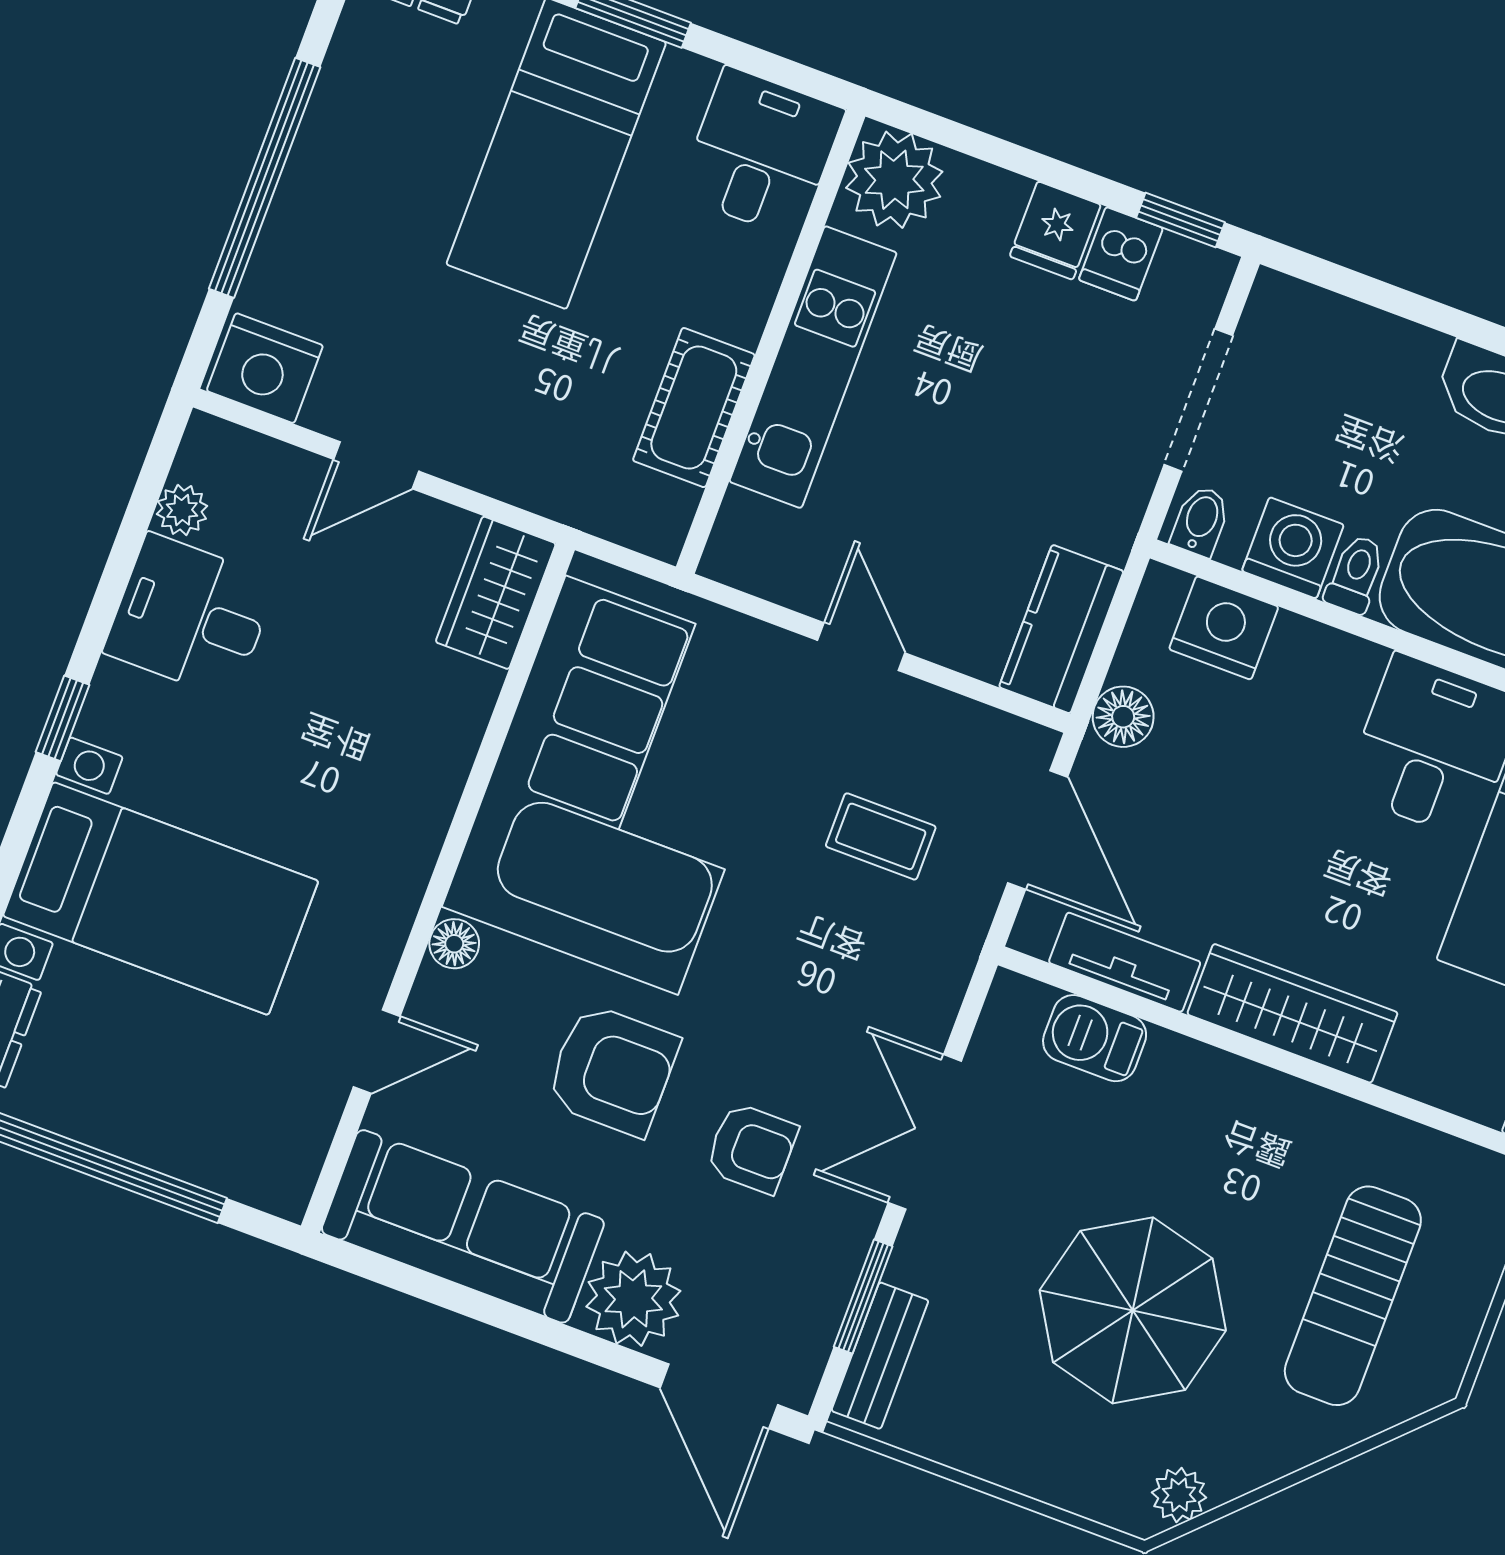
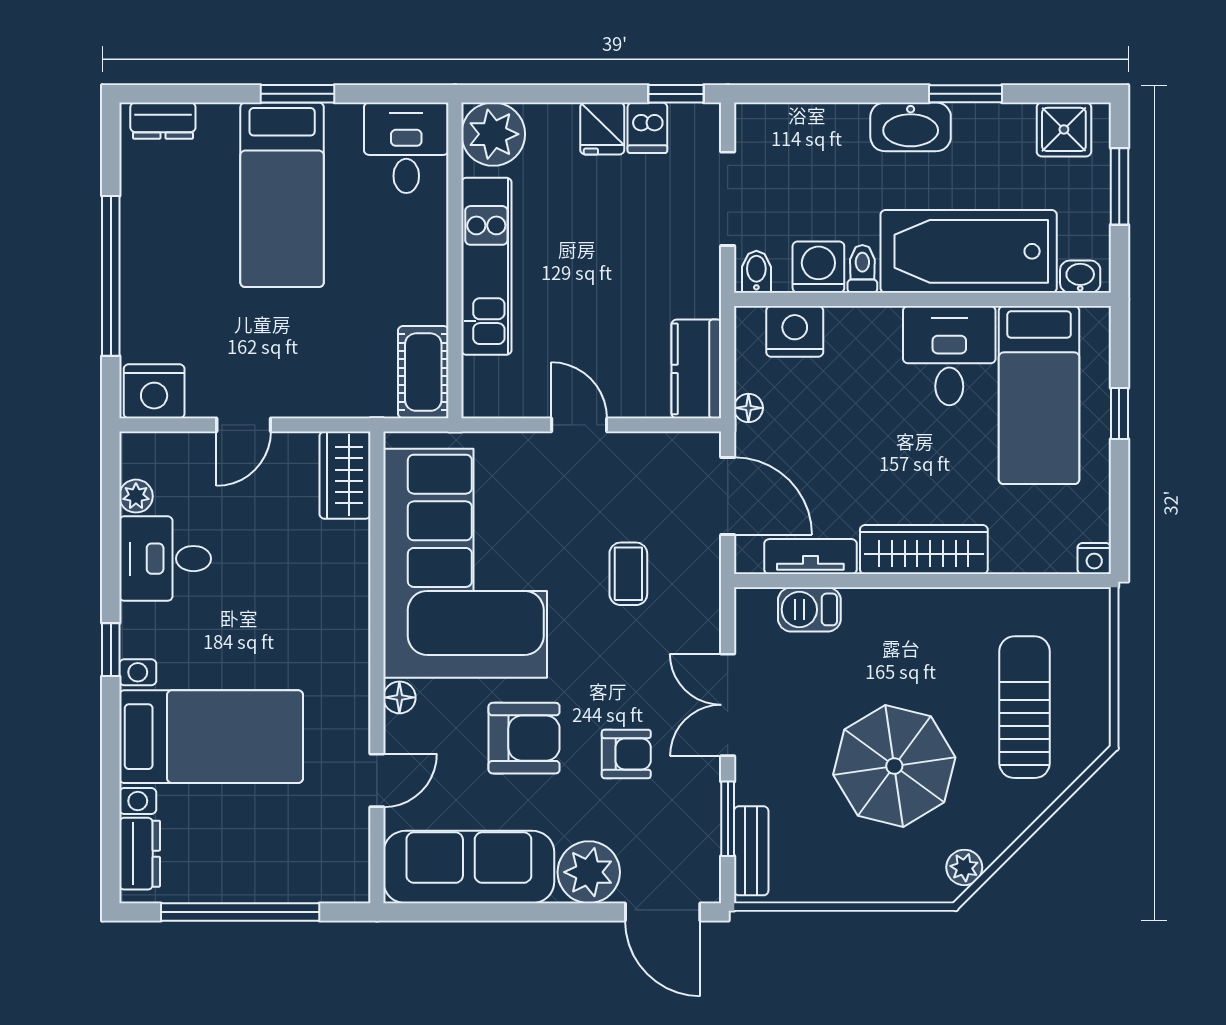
cot: (694, 408) -> (423, 372), moved
floor lamp: (1123, 717) -> (748, 408), width x0.73, depth x0.73
coffee table: (881, 836) -> (628, 574), moved, turned 90
sun lounger: (1353, 1296) -> (1025, 707), turned 180

